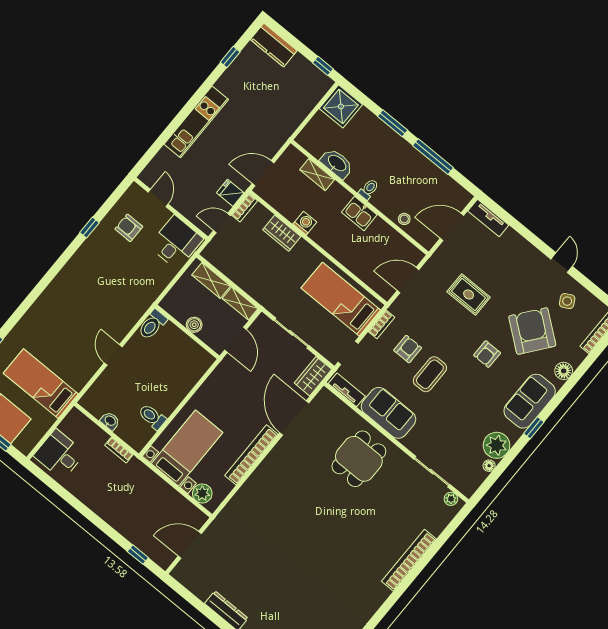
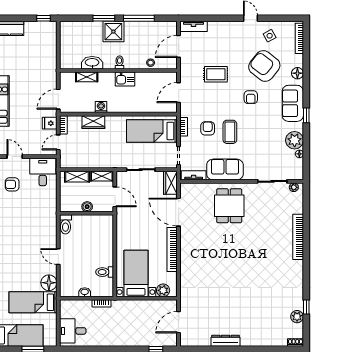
shower: (341, 106) -> (113, 32), moved
floor lamp: (78, 376) -> (49, 283), added

